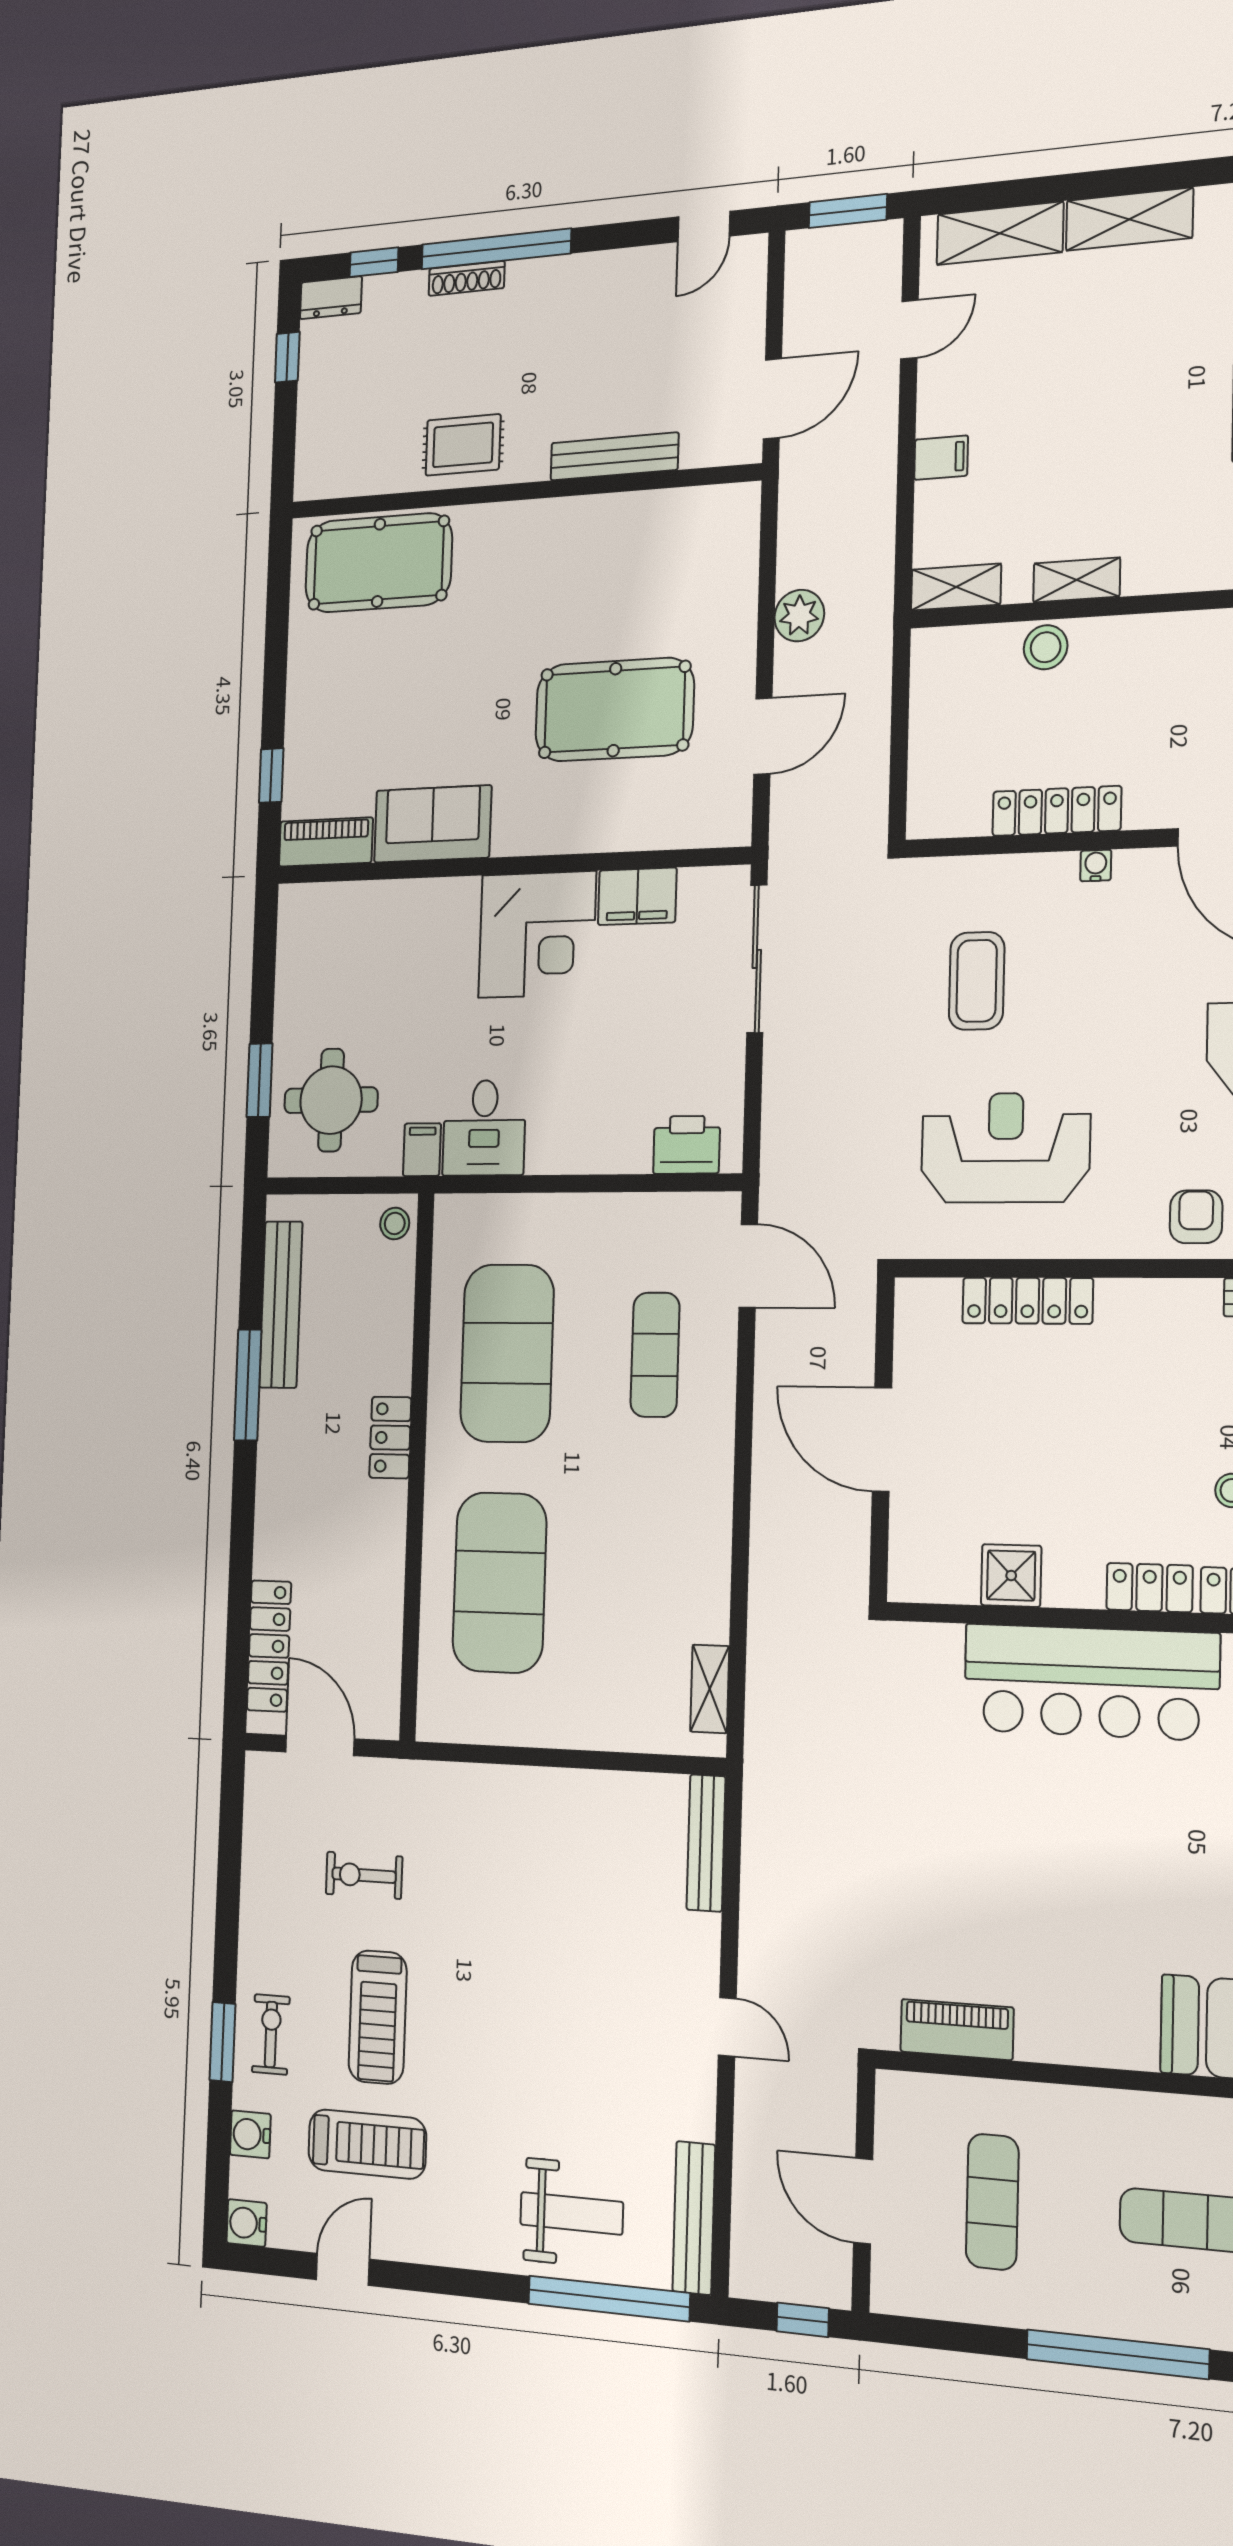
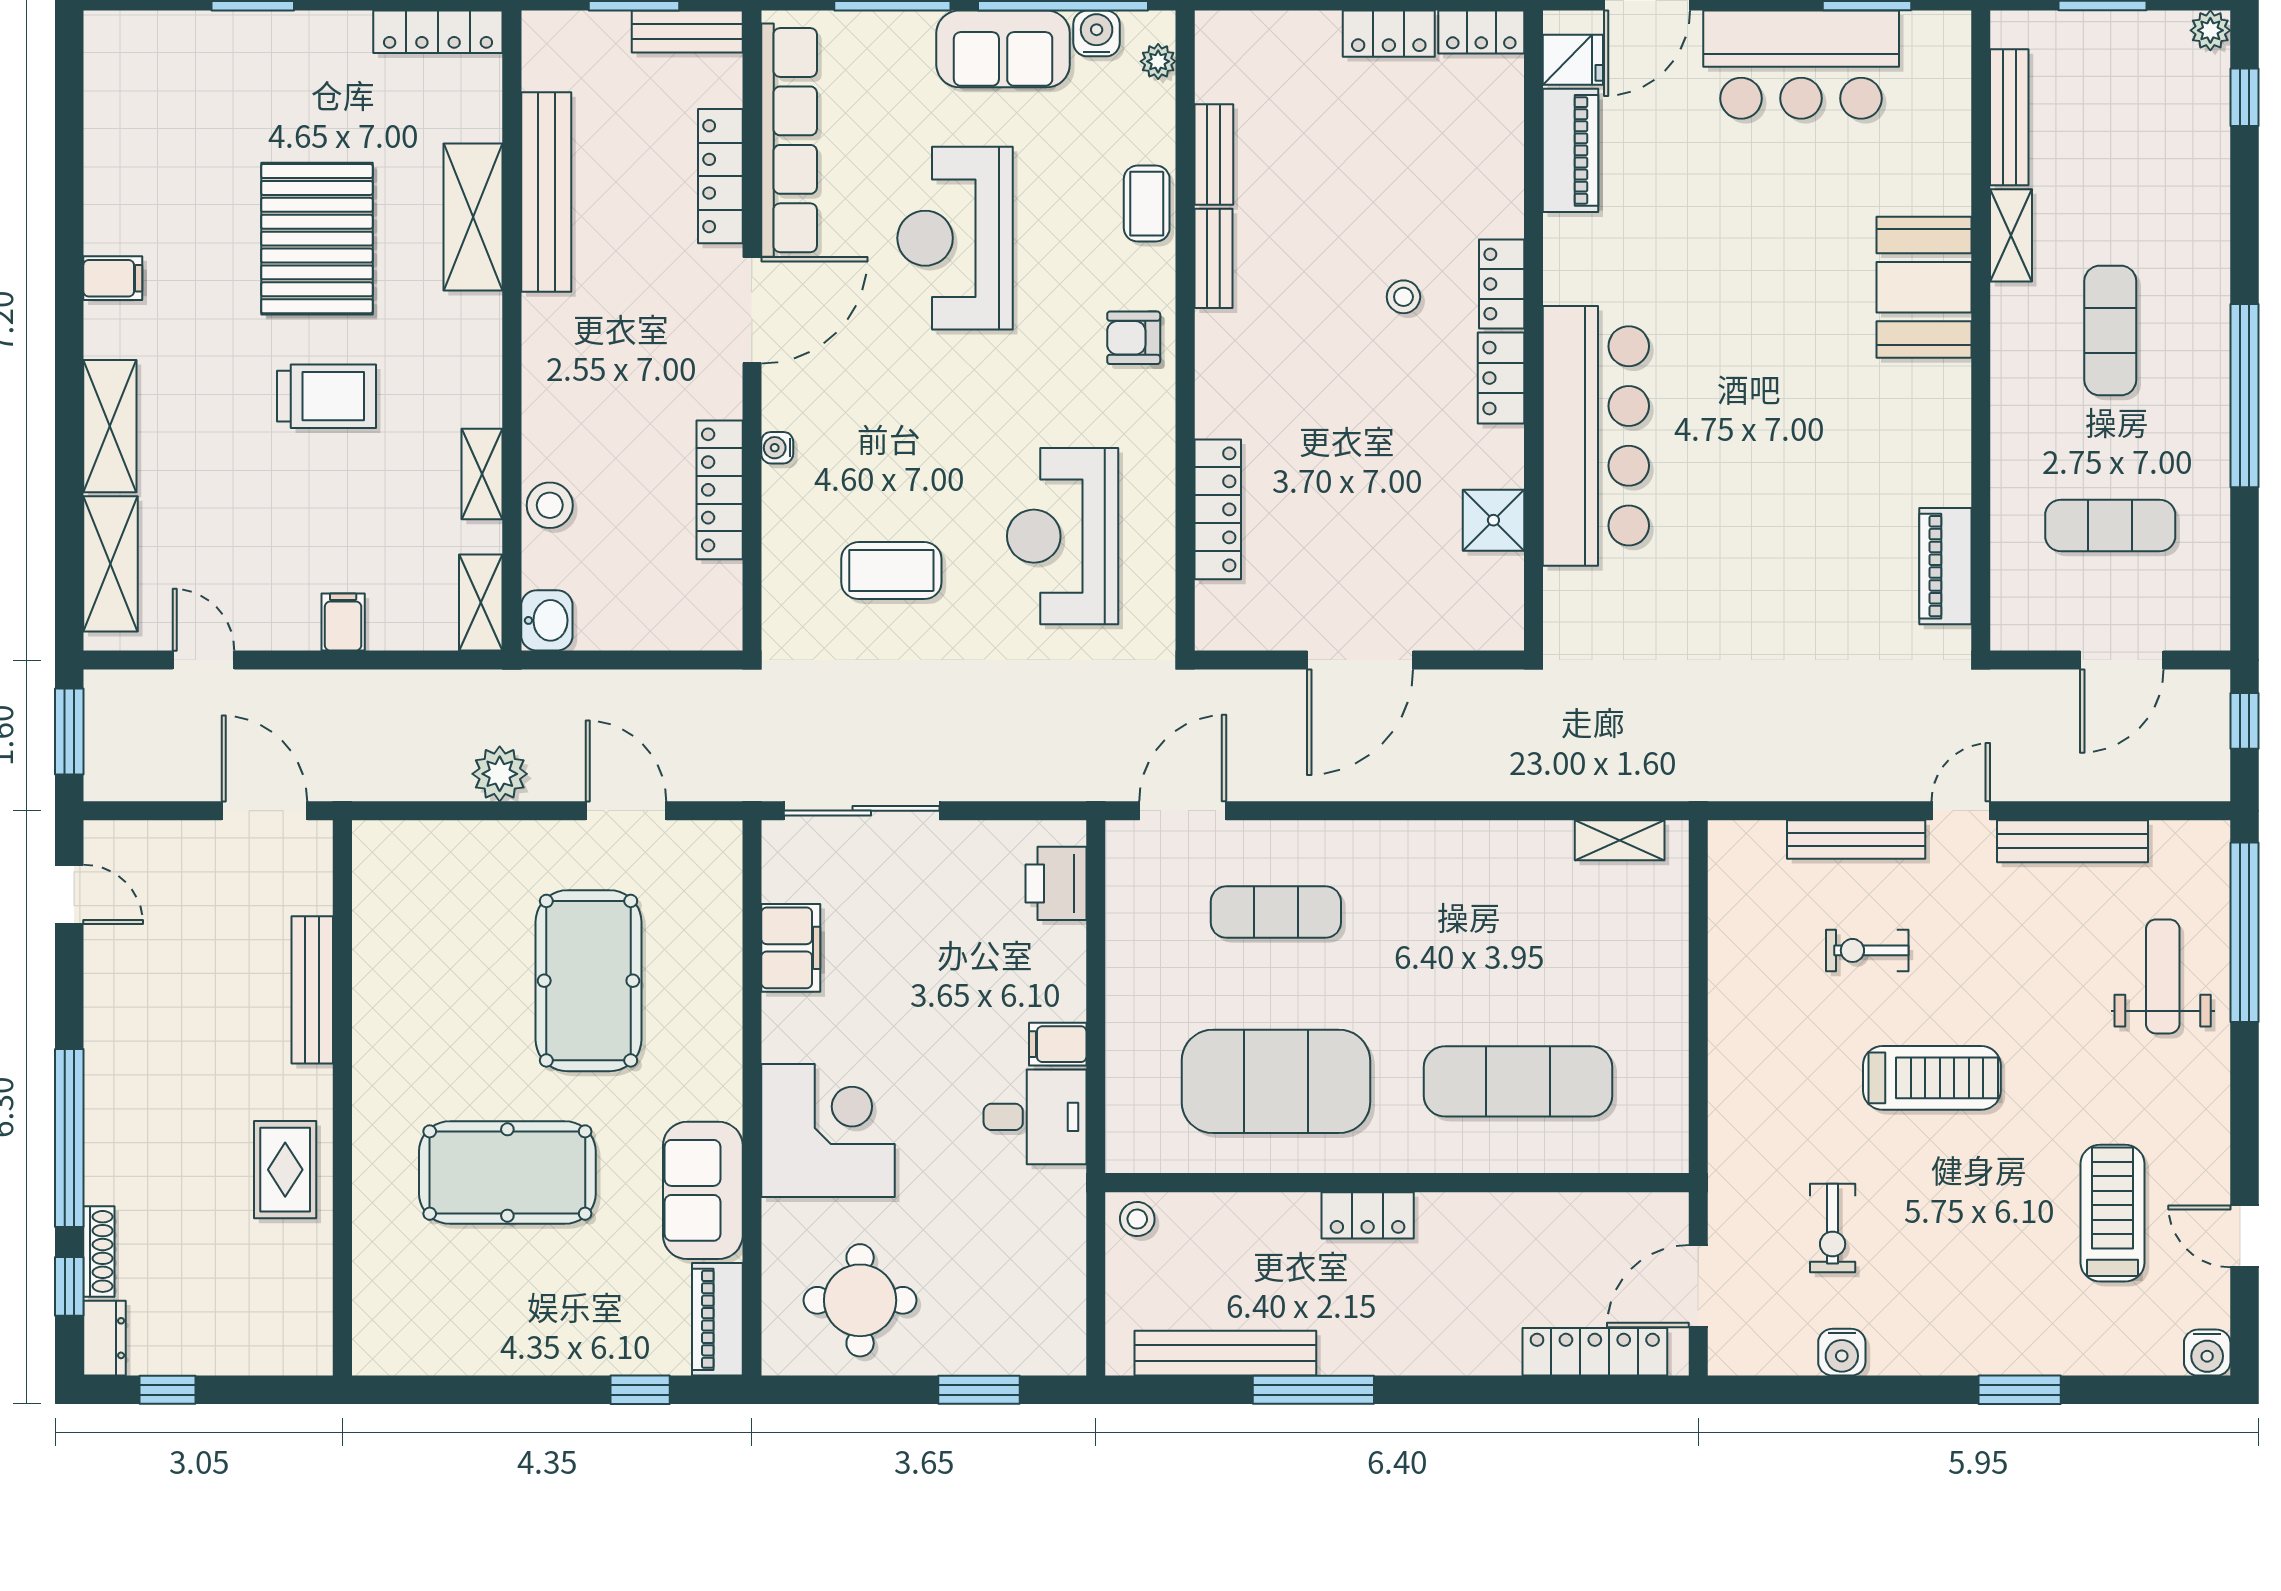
shoe rack: (467, 278) -> (99, 1251), moved
trolley: (1154, 424) -> (326, 396), added
pool table: (379, 563) -> (507, 1173), moved, turned 90
washbasin: (938, 651) -> (547, 620), added
corner desk: (537, 935) -> (828, 1131), moved
round table: (331, 1100) -> (860, 1300), moved
filing cabinet: (422, 1150) -> (1058, 1044), moved
exercise mat: (500, 1583) -> (1518, 1081), width x0.68
bench: (706, 1843) -> (1856, 839), moved
treadmill: (378, 2017) -> (1932, 1078), moved
exercise bike: (271, 2034) -> (1867, 950), moved
water cooler: (250, 2134) -> (1842, 1352), moved
bench: (694, 2218) -> (2073, 841), moved

